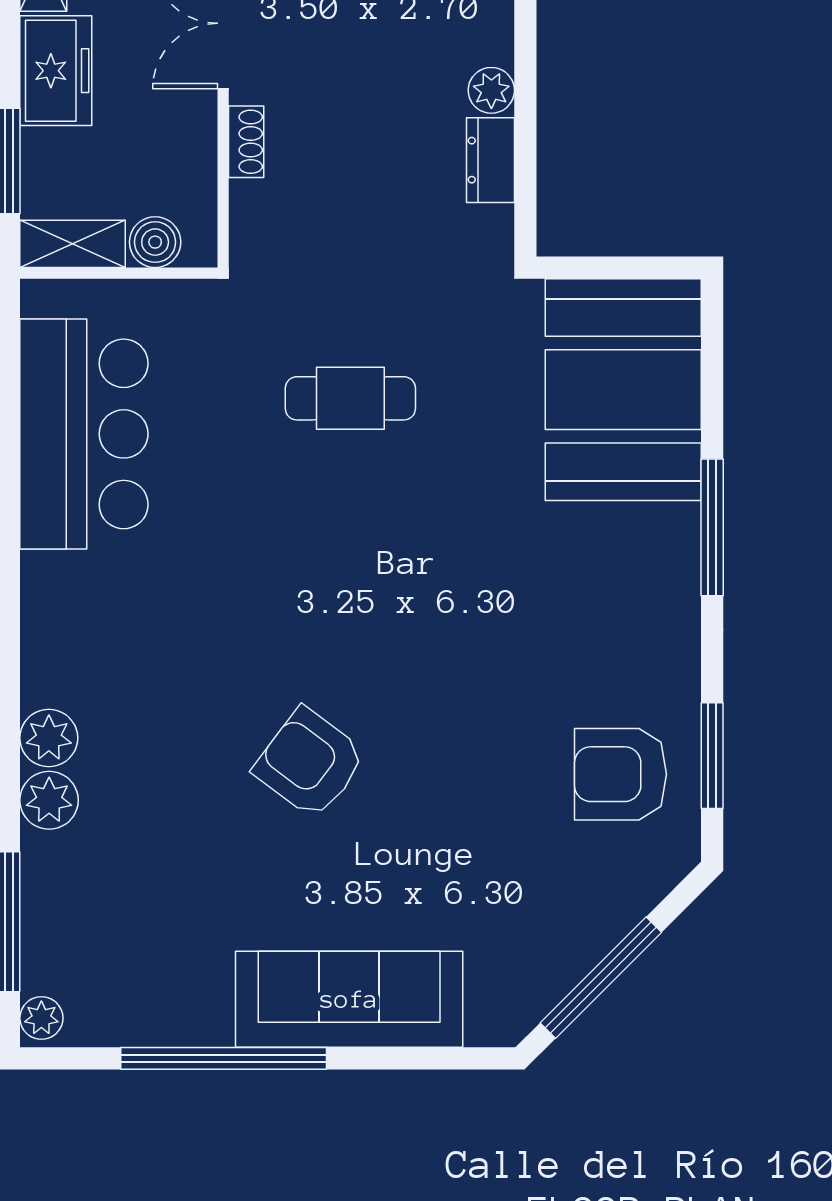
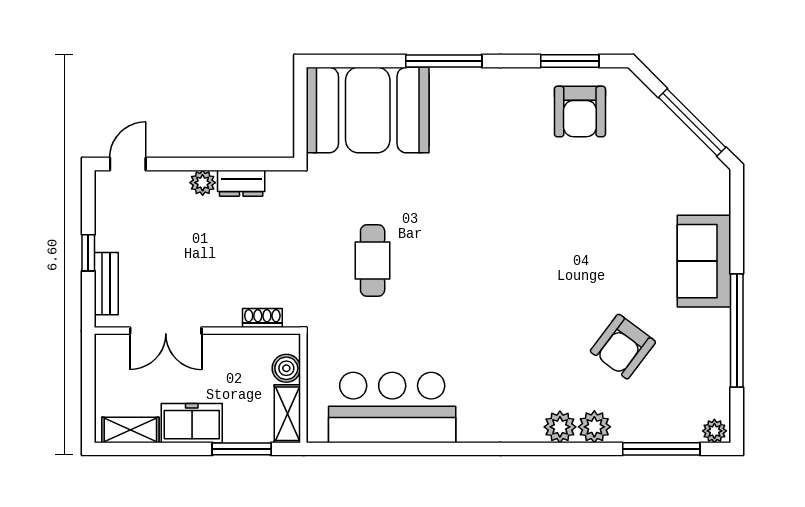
shoe rack: (246, 142) -> (262, 318), moved
armchair: (310, 763) -> (623, 347), moved
sofa: (349, 999) -> (704, 261), width x0.73

